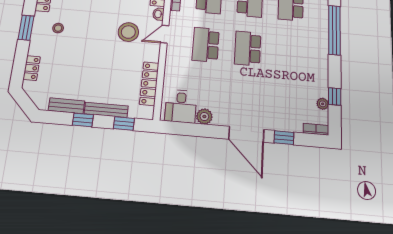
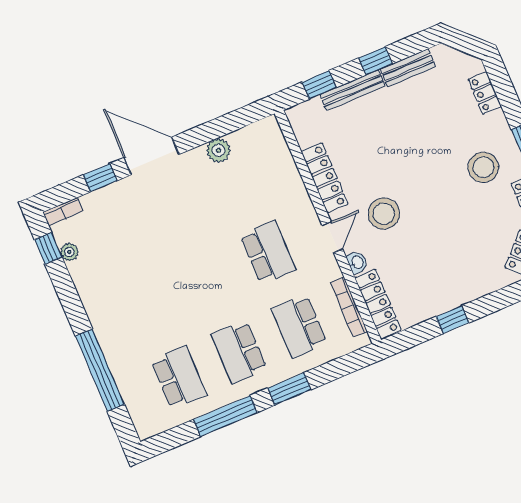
stool: (58, 28) -> (483, 167), width x1.89, depth x1.89
school desk: (248, 48) -> (208, 278), removed
locker: (149, 84) -> (325, 178), moved
window: (335, 96) -> (48, 248), moved
desk: (181, 106) -> (257, 148), removed

